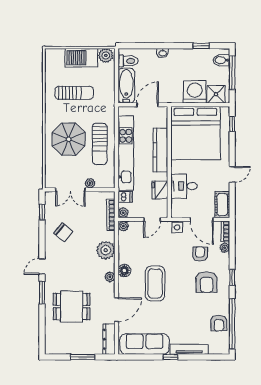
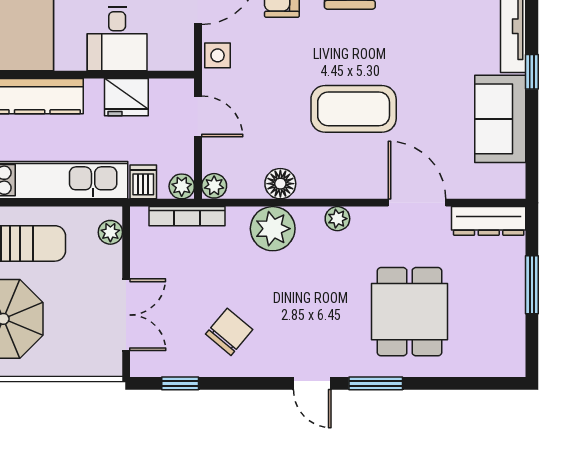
plant: (90, 183) -> (110, 232), moved
floor lamp: (124, 271) -> (280, 184), moved
sofa: (145, 344) -> (500, 119), width x0.73

